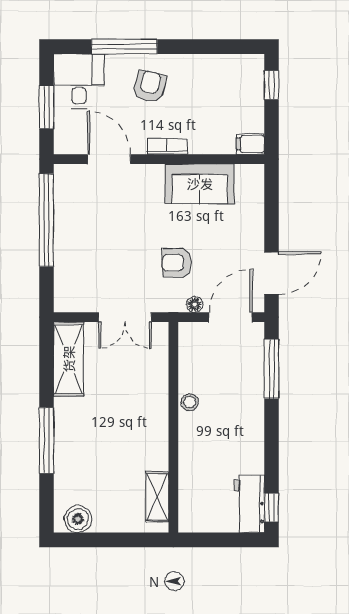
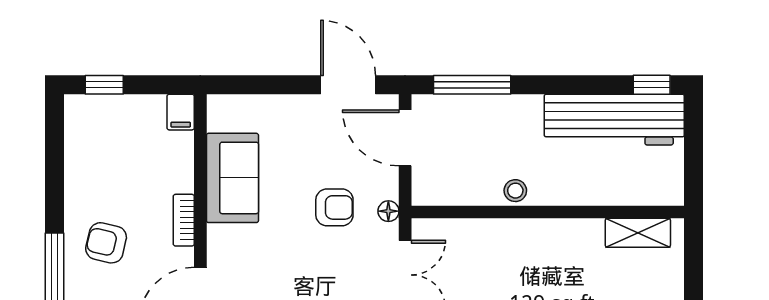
armchair: (177, 263) -> (334, 207), turned -90
floor lamp: (195, 304) -> (388, 211), moved
workbench: (249, 504) -> (614, 120), width x1.88, depth x1.32

